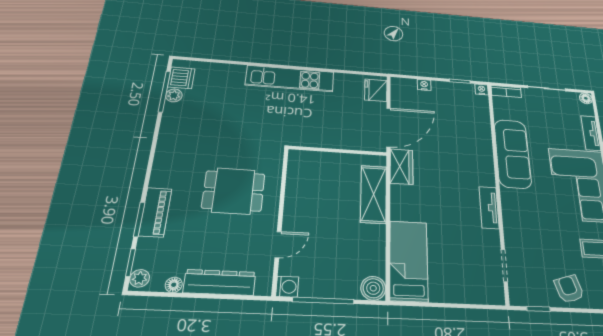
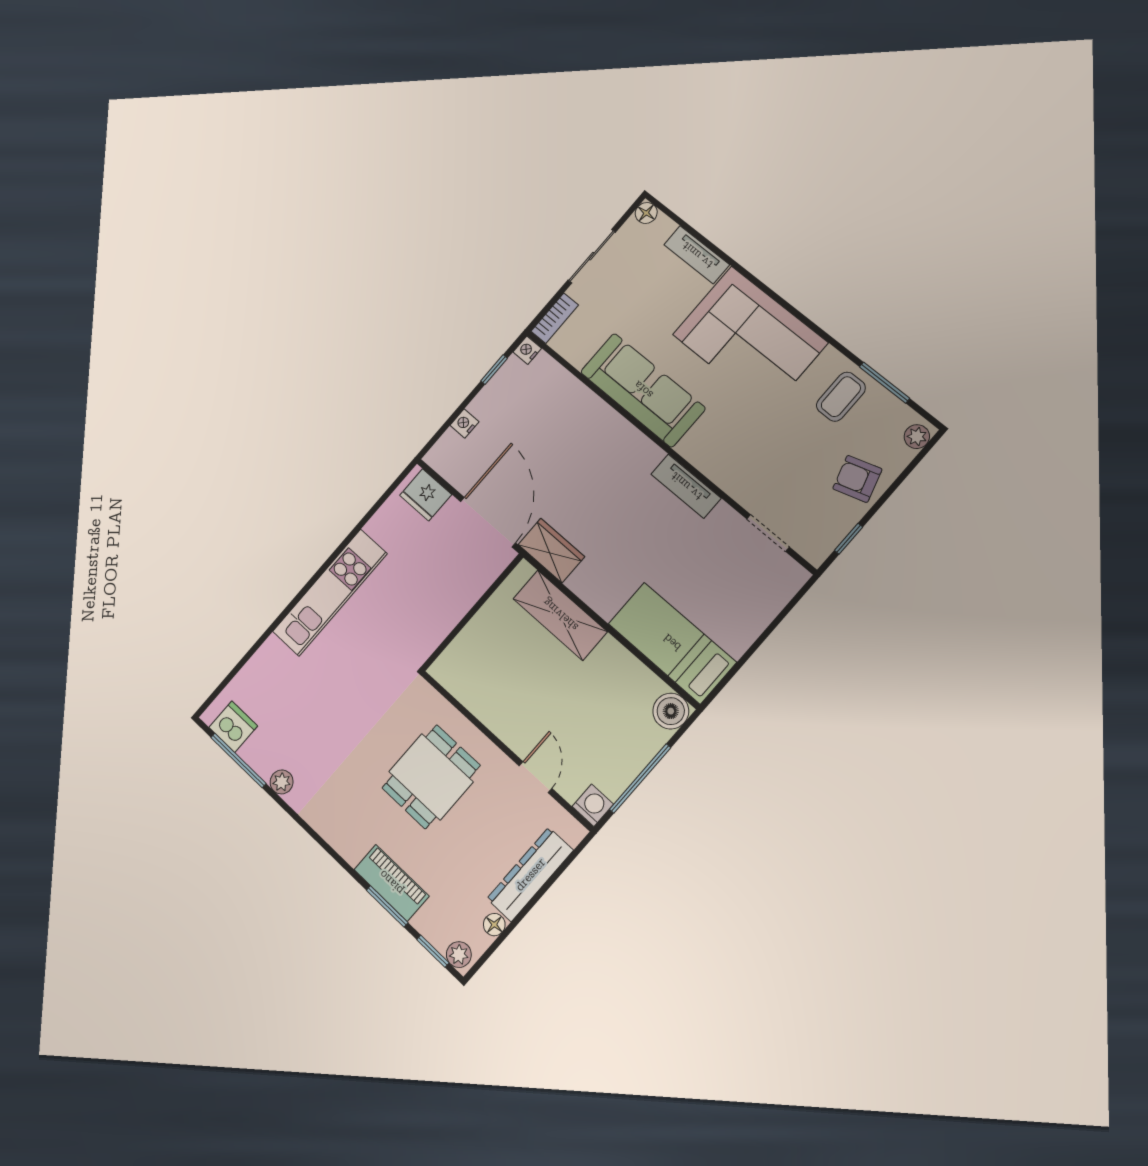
plant: (174, 95) -> (282, 782), moved

